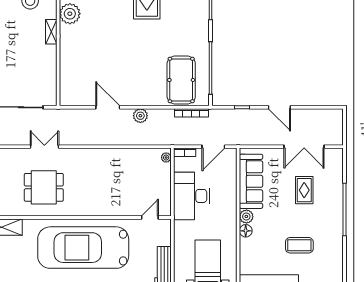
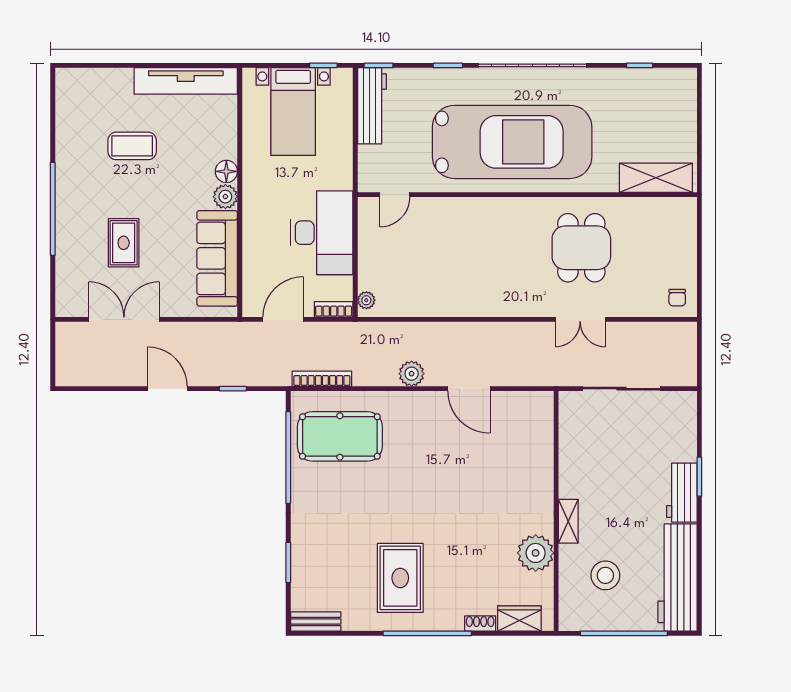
pool table: (181, 80) -> (340, 436), turned 90
dining table: (44, 187) -> (581, 248), turned 90

